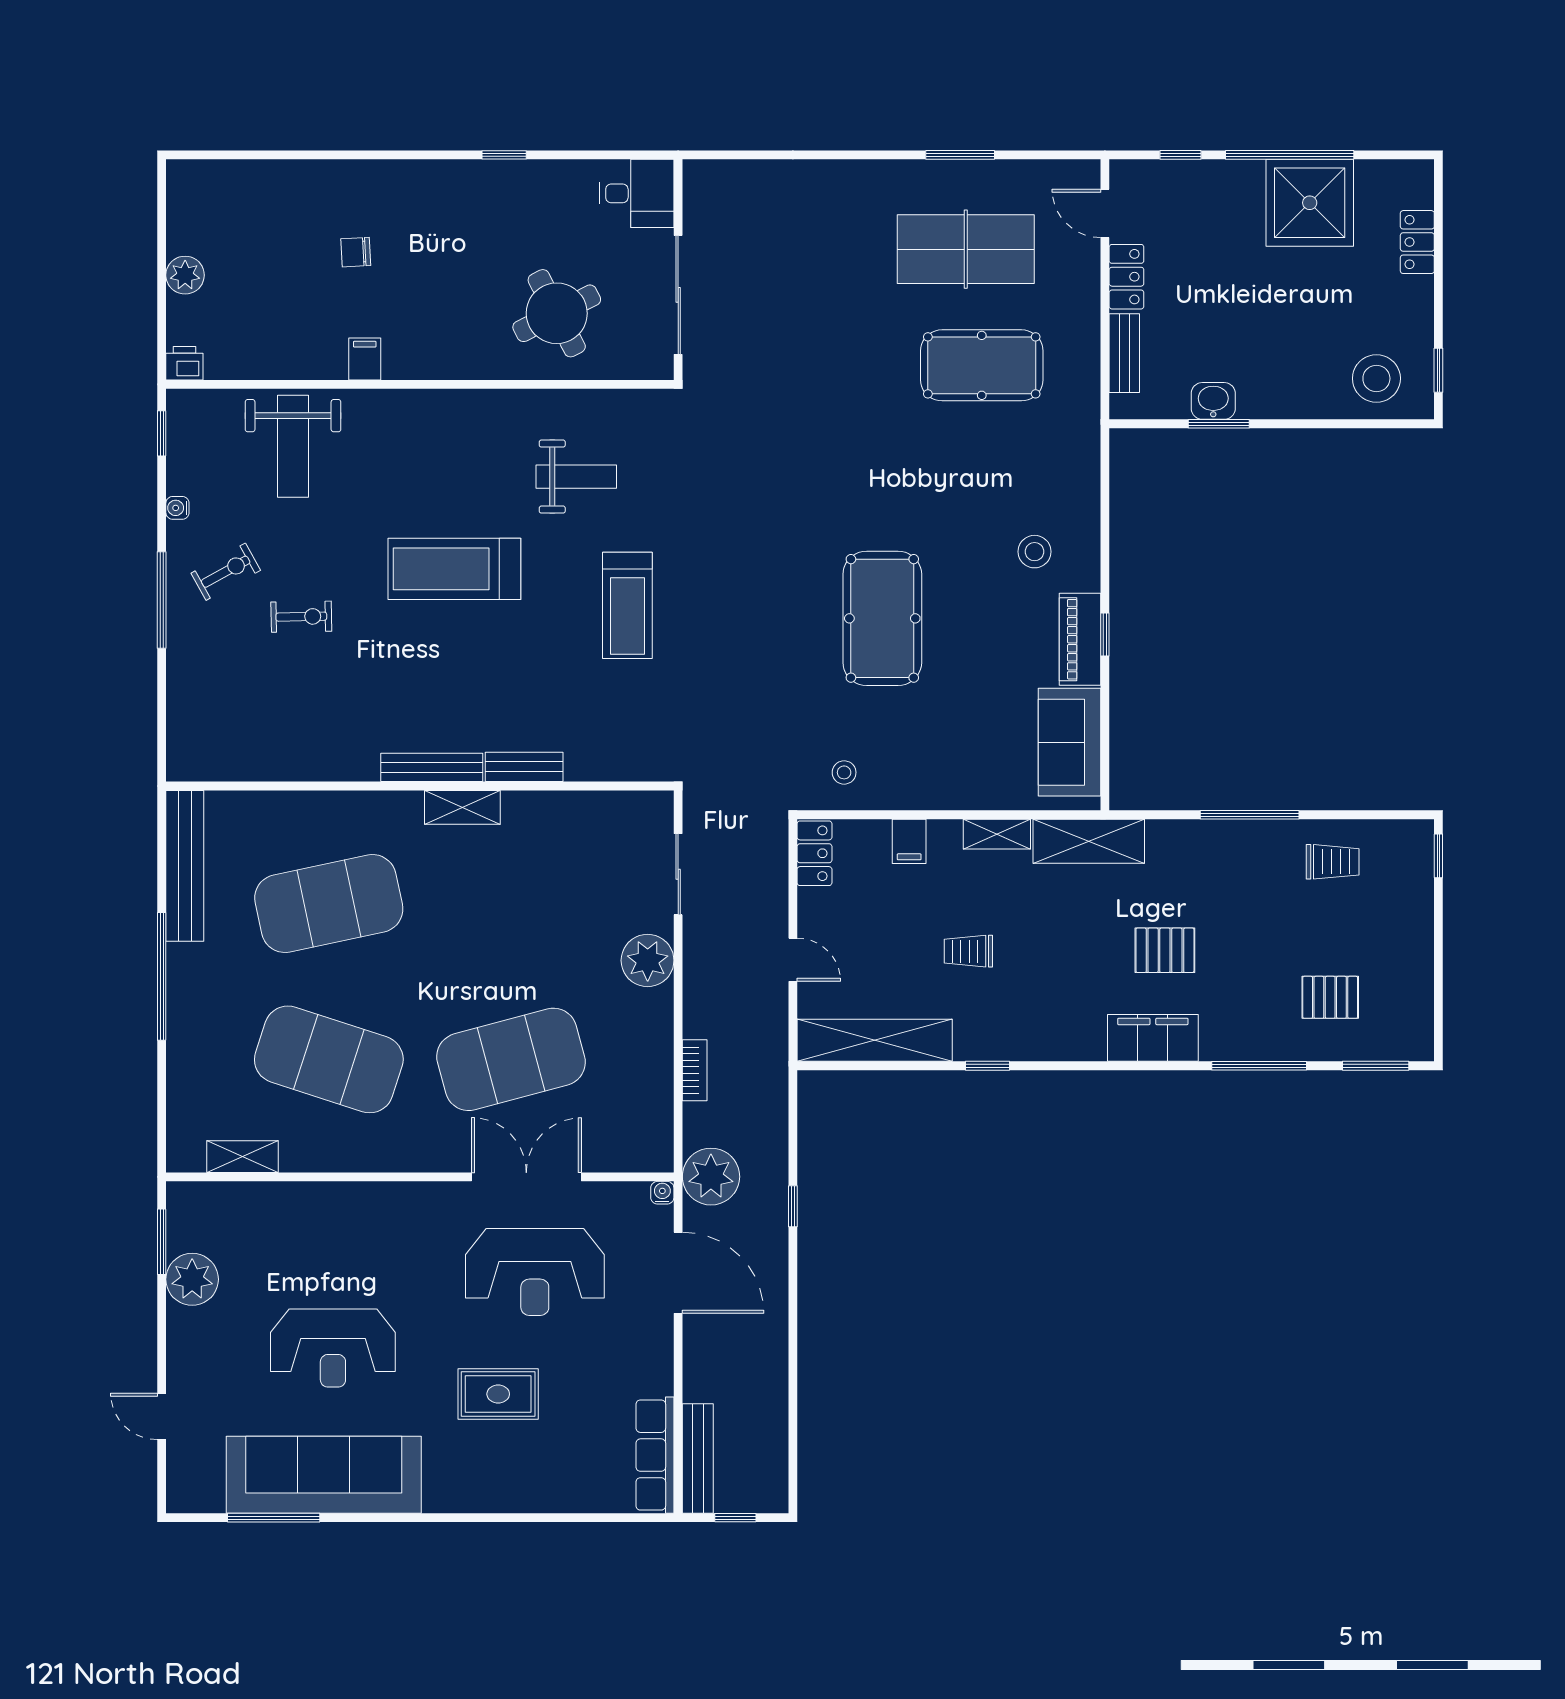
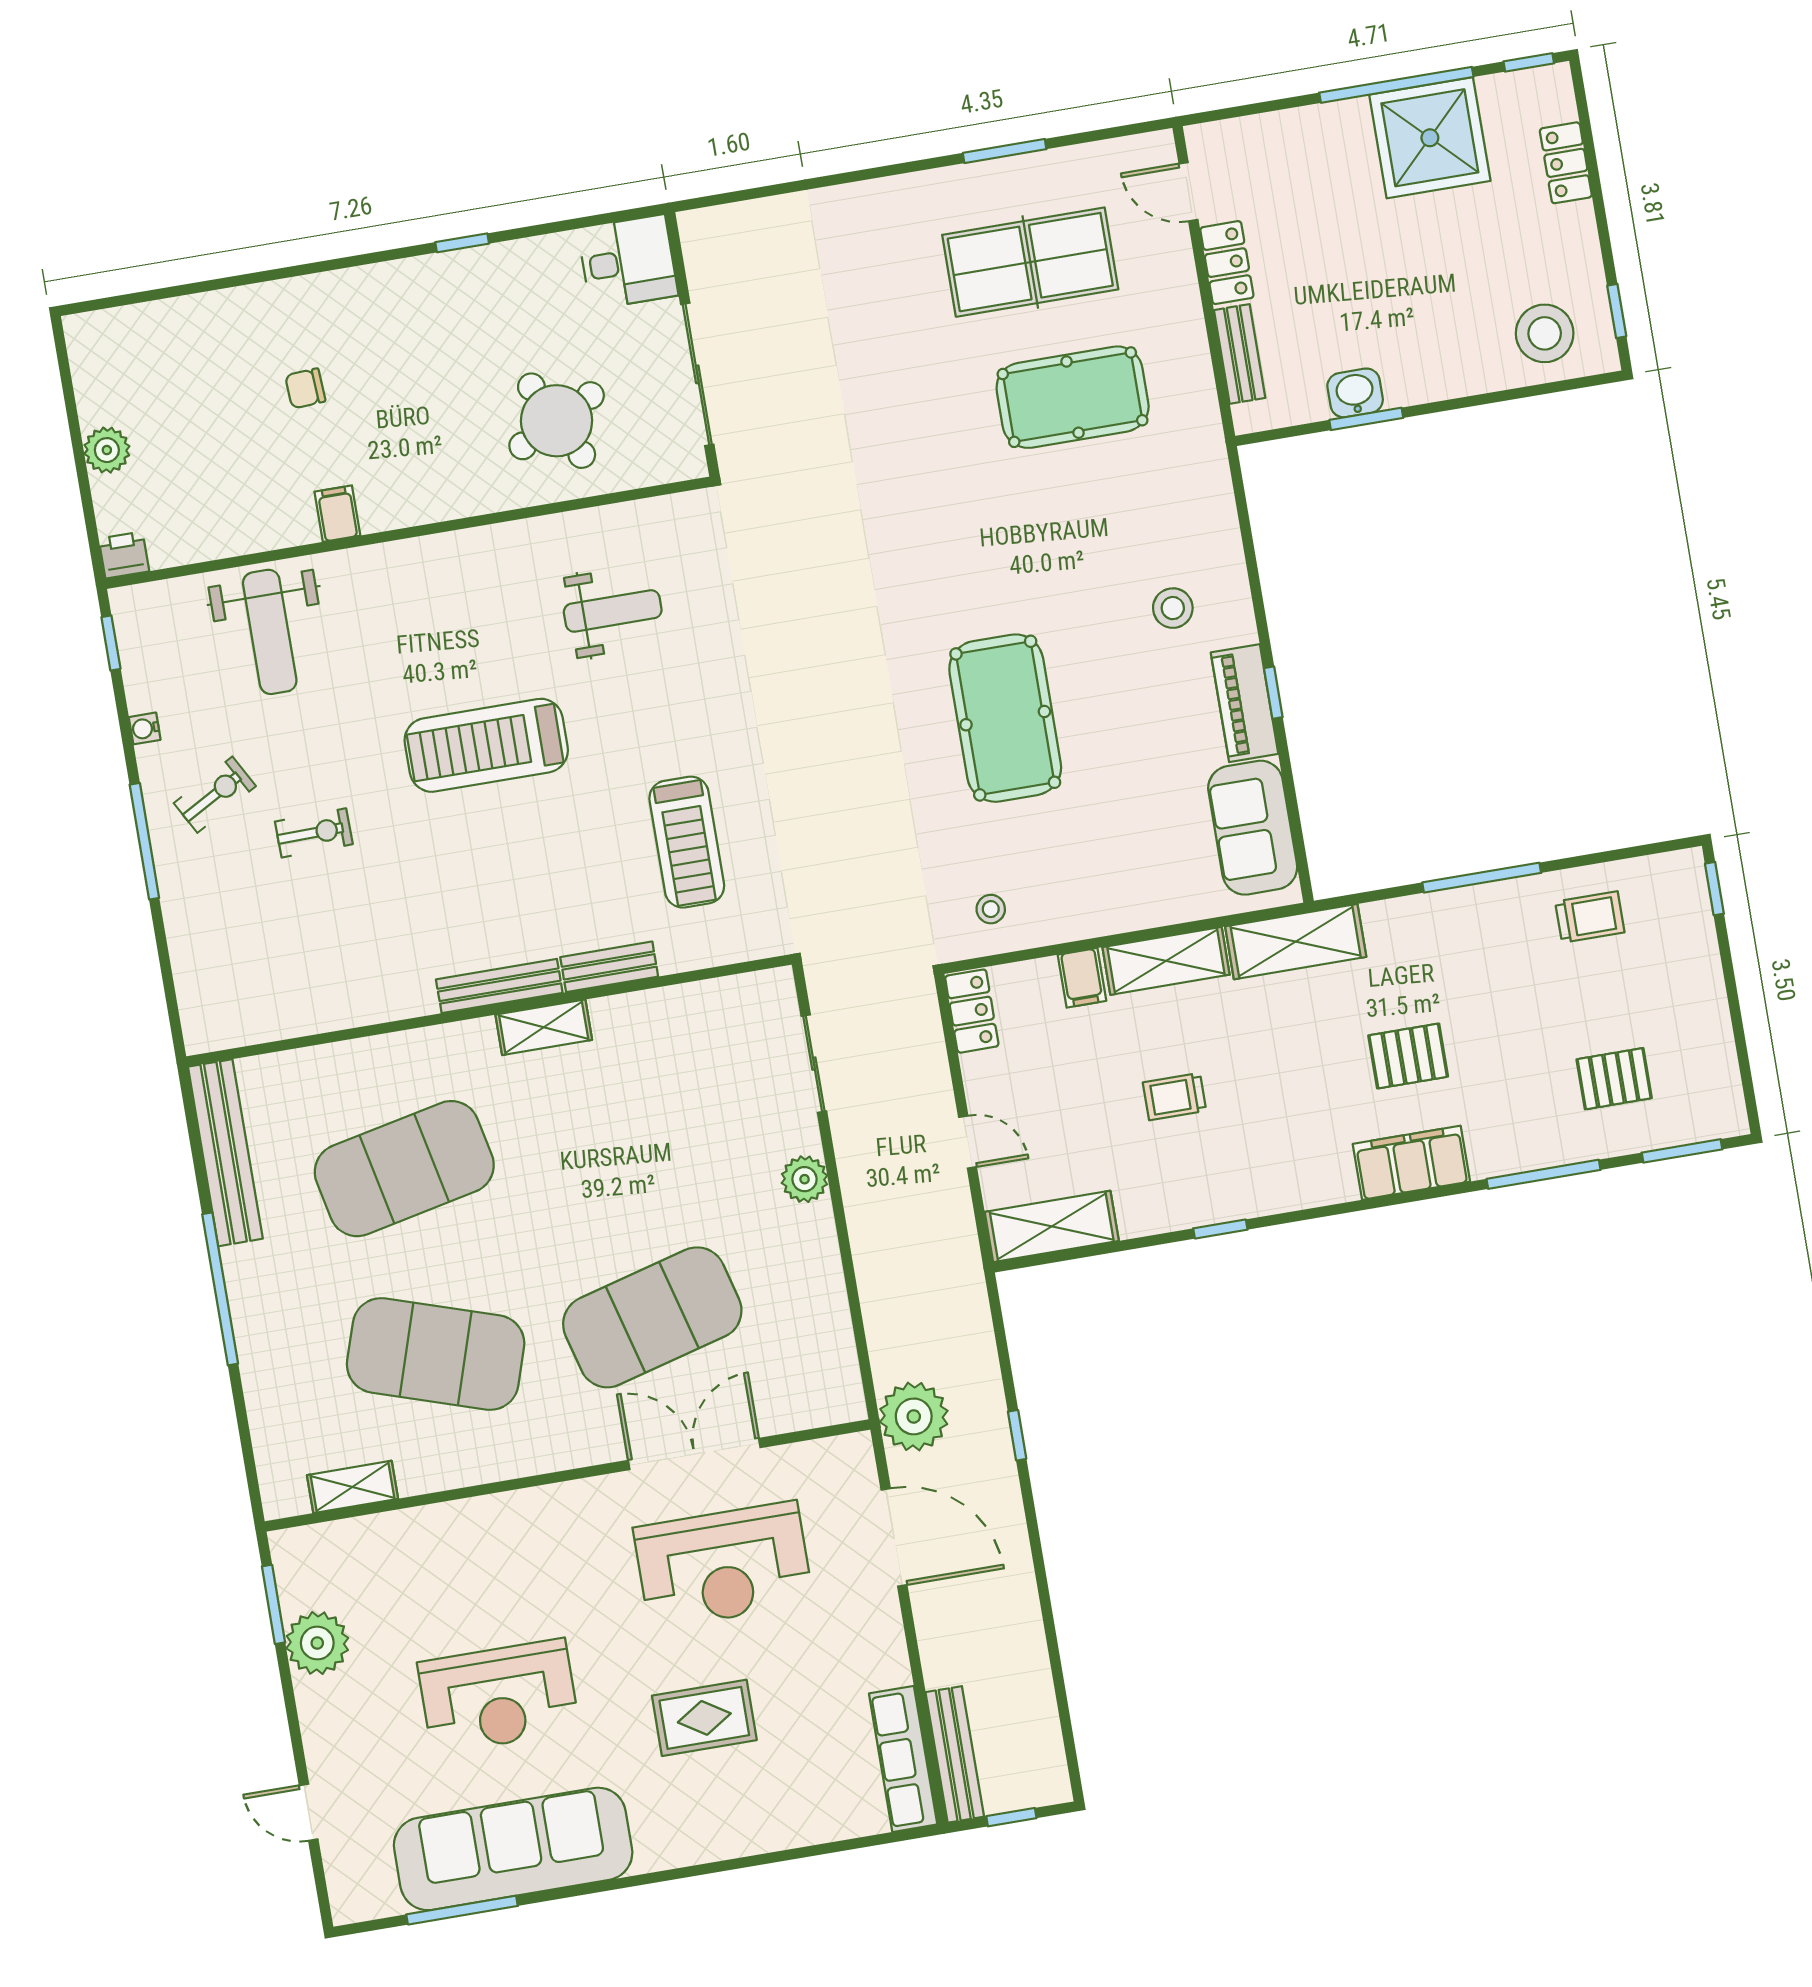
window: (1180, 155) -> (1529, 62), moved
treadmill: (627, 605) -> (687, 842), moved
shelving: (997, 834) -> (1166, 961), width x1.50, depth x1.33
plant: (648, 960) -> (805, 1179), width x0.73, depth x0.73
shelving: (875, 1040) -> (1052, 1226), width x0.68
bookcase: (695, 1070) -> (873, 1293), removed
water cooler: (662, 1193) -> (859, 1445), removed

